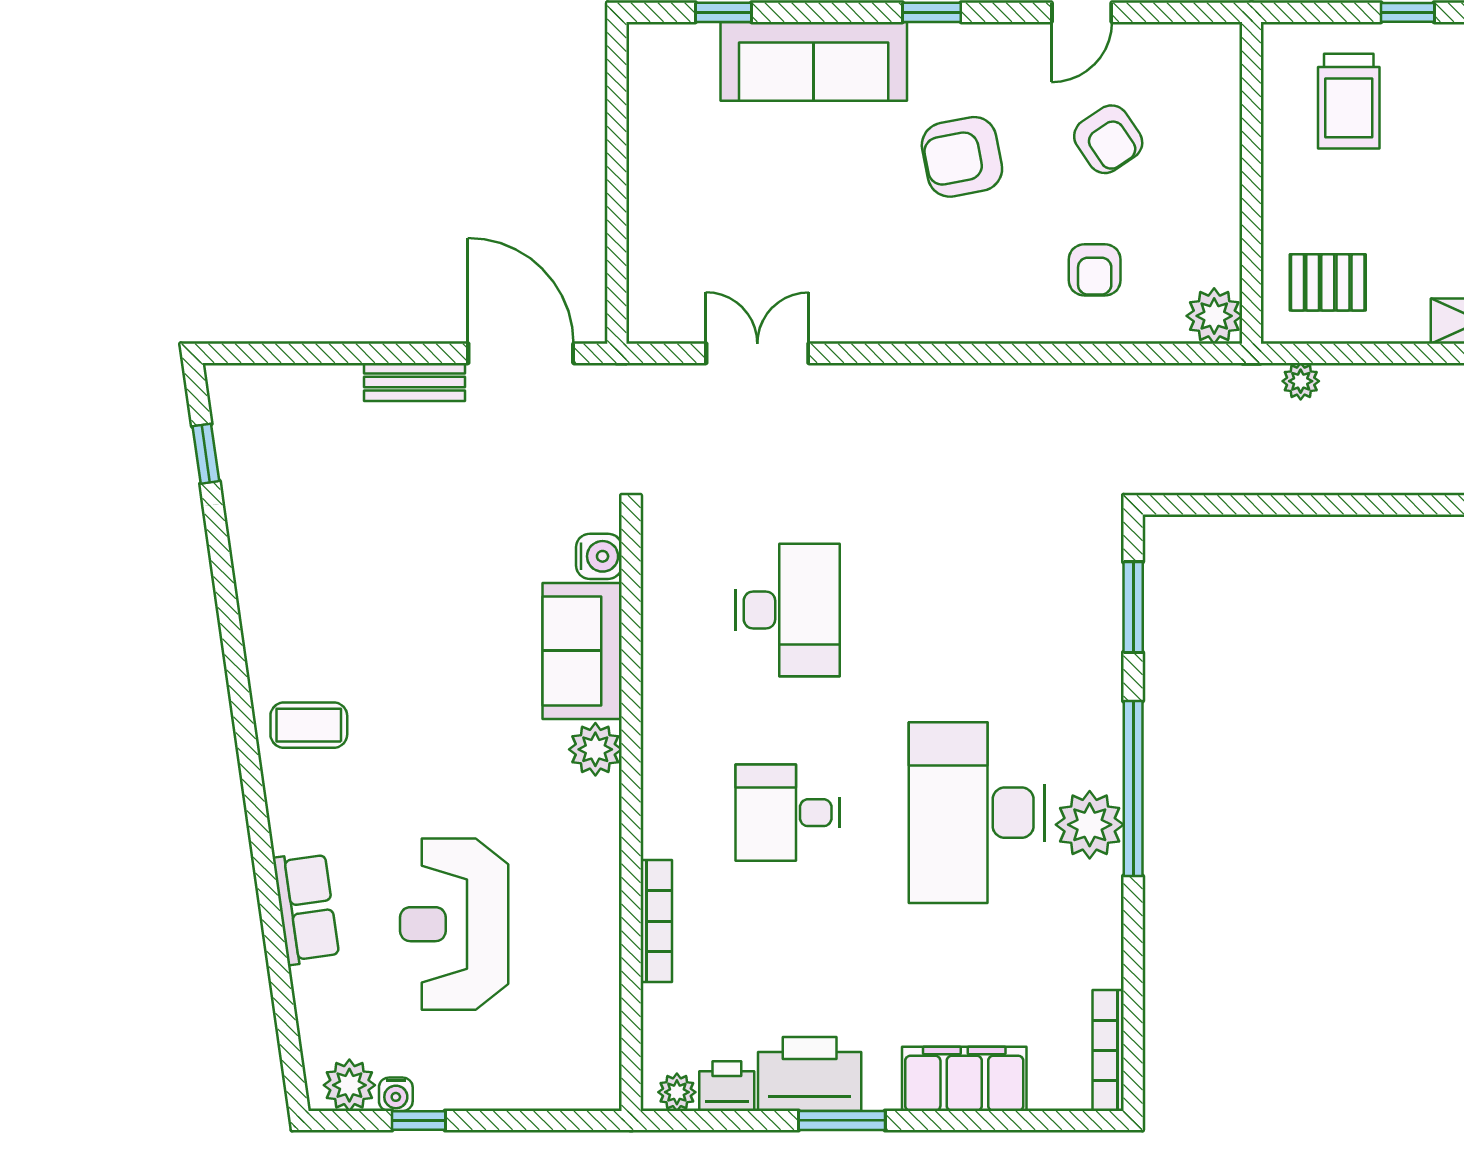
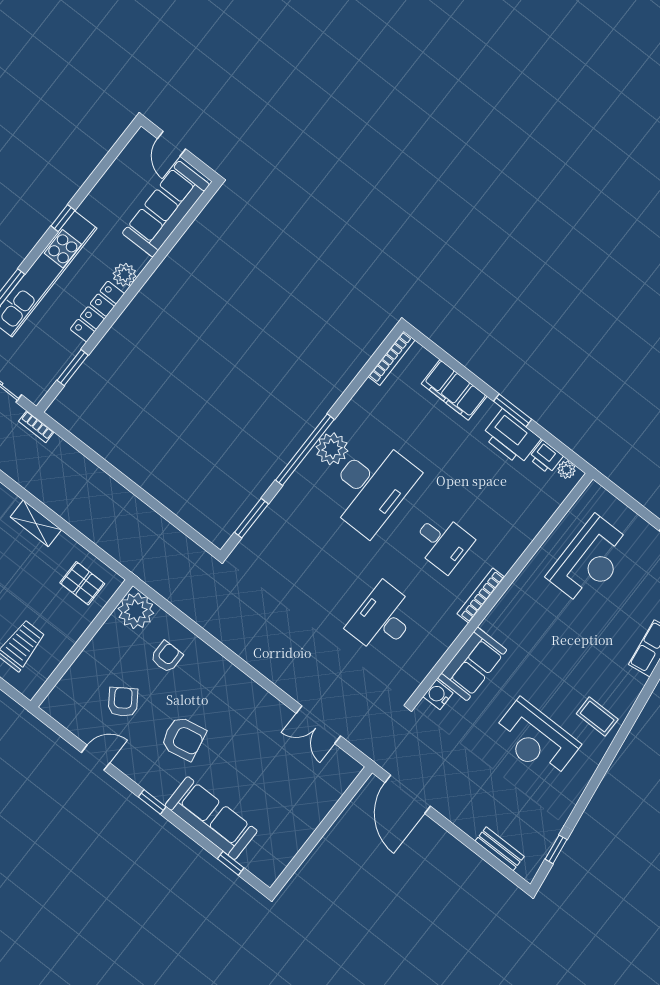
plant: (1214, 316) -> (136, 611), width x1.36, depth x1.36
plant: (1301, 381) -> (122, 554), removed
bench: (415, 382) -> (500, 849), moved
reception desk: (380, 608) -> (536, 739), added
plant: (595, 749) -> (496, 623), removed
bookcase: (656, 921) -> (481, 595), moved
reception desk: (454, 924) -> (590, 561), moved

